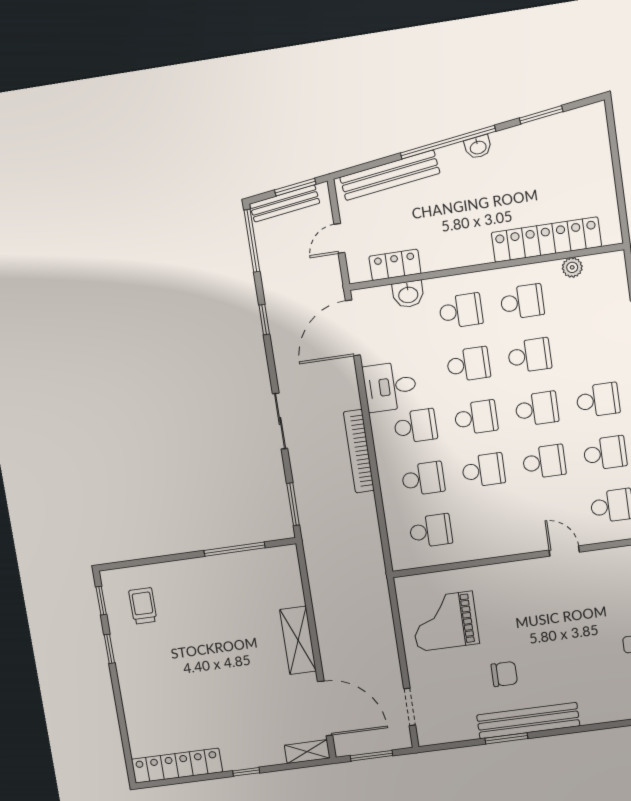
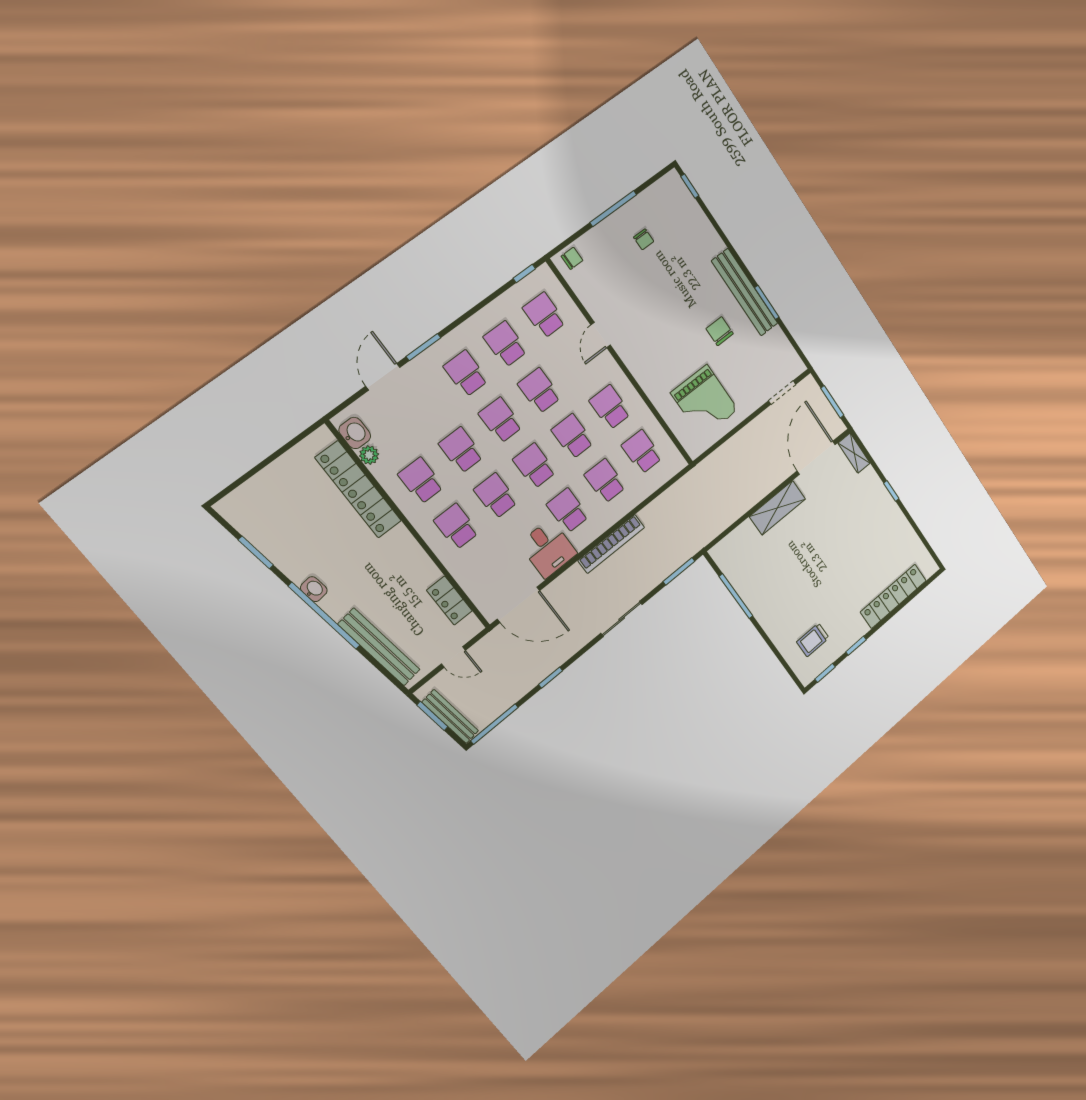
washbasin: (408, 294) -> (355, 433), moved
school desk: (491, 523) -> (610, 407), added
locker: (177, 766) -> (893, 596), moved, turned 90

